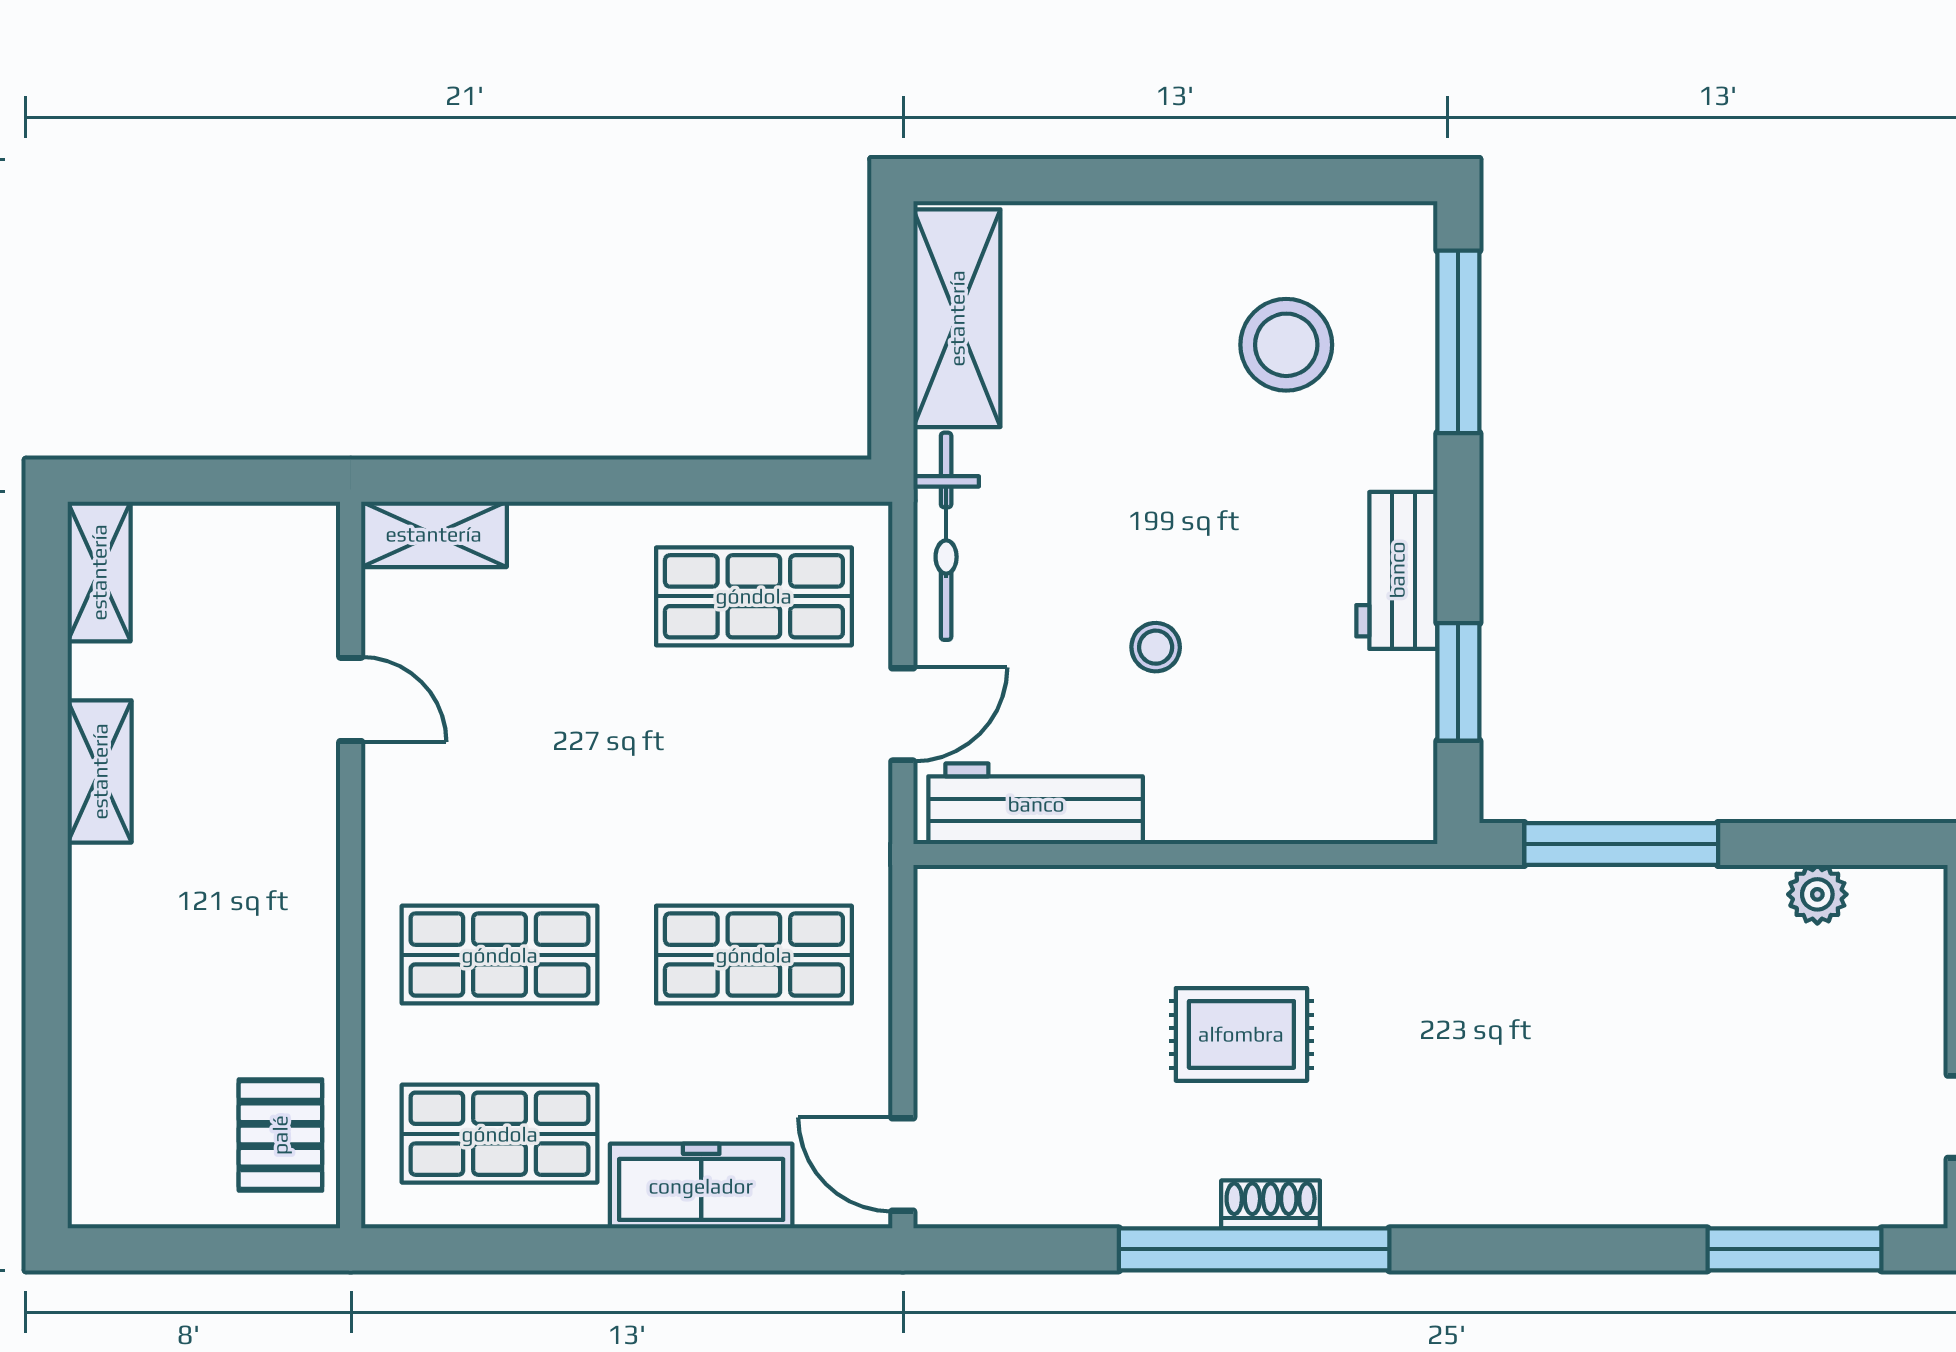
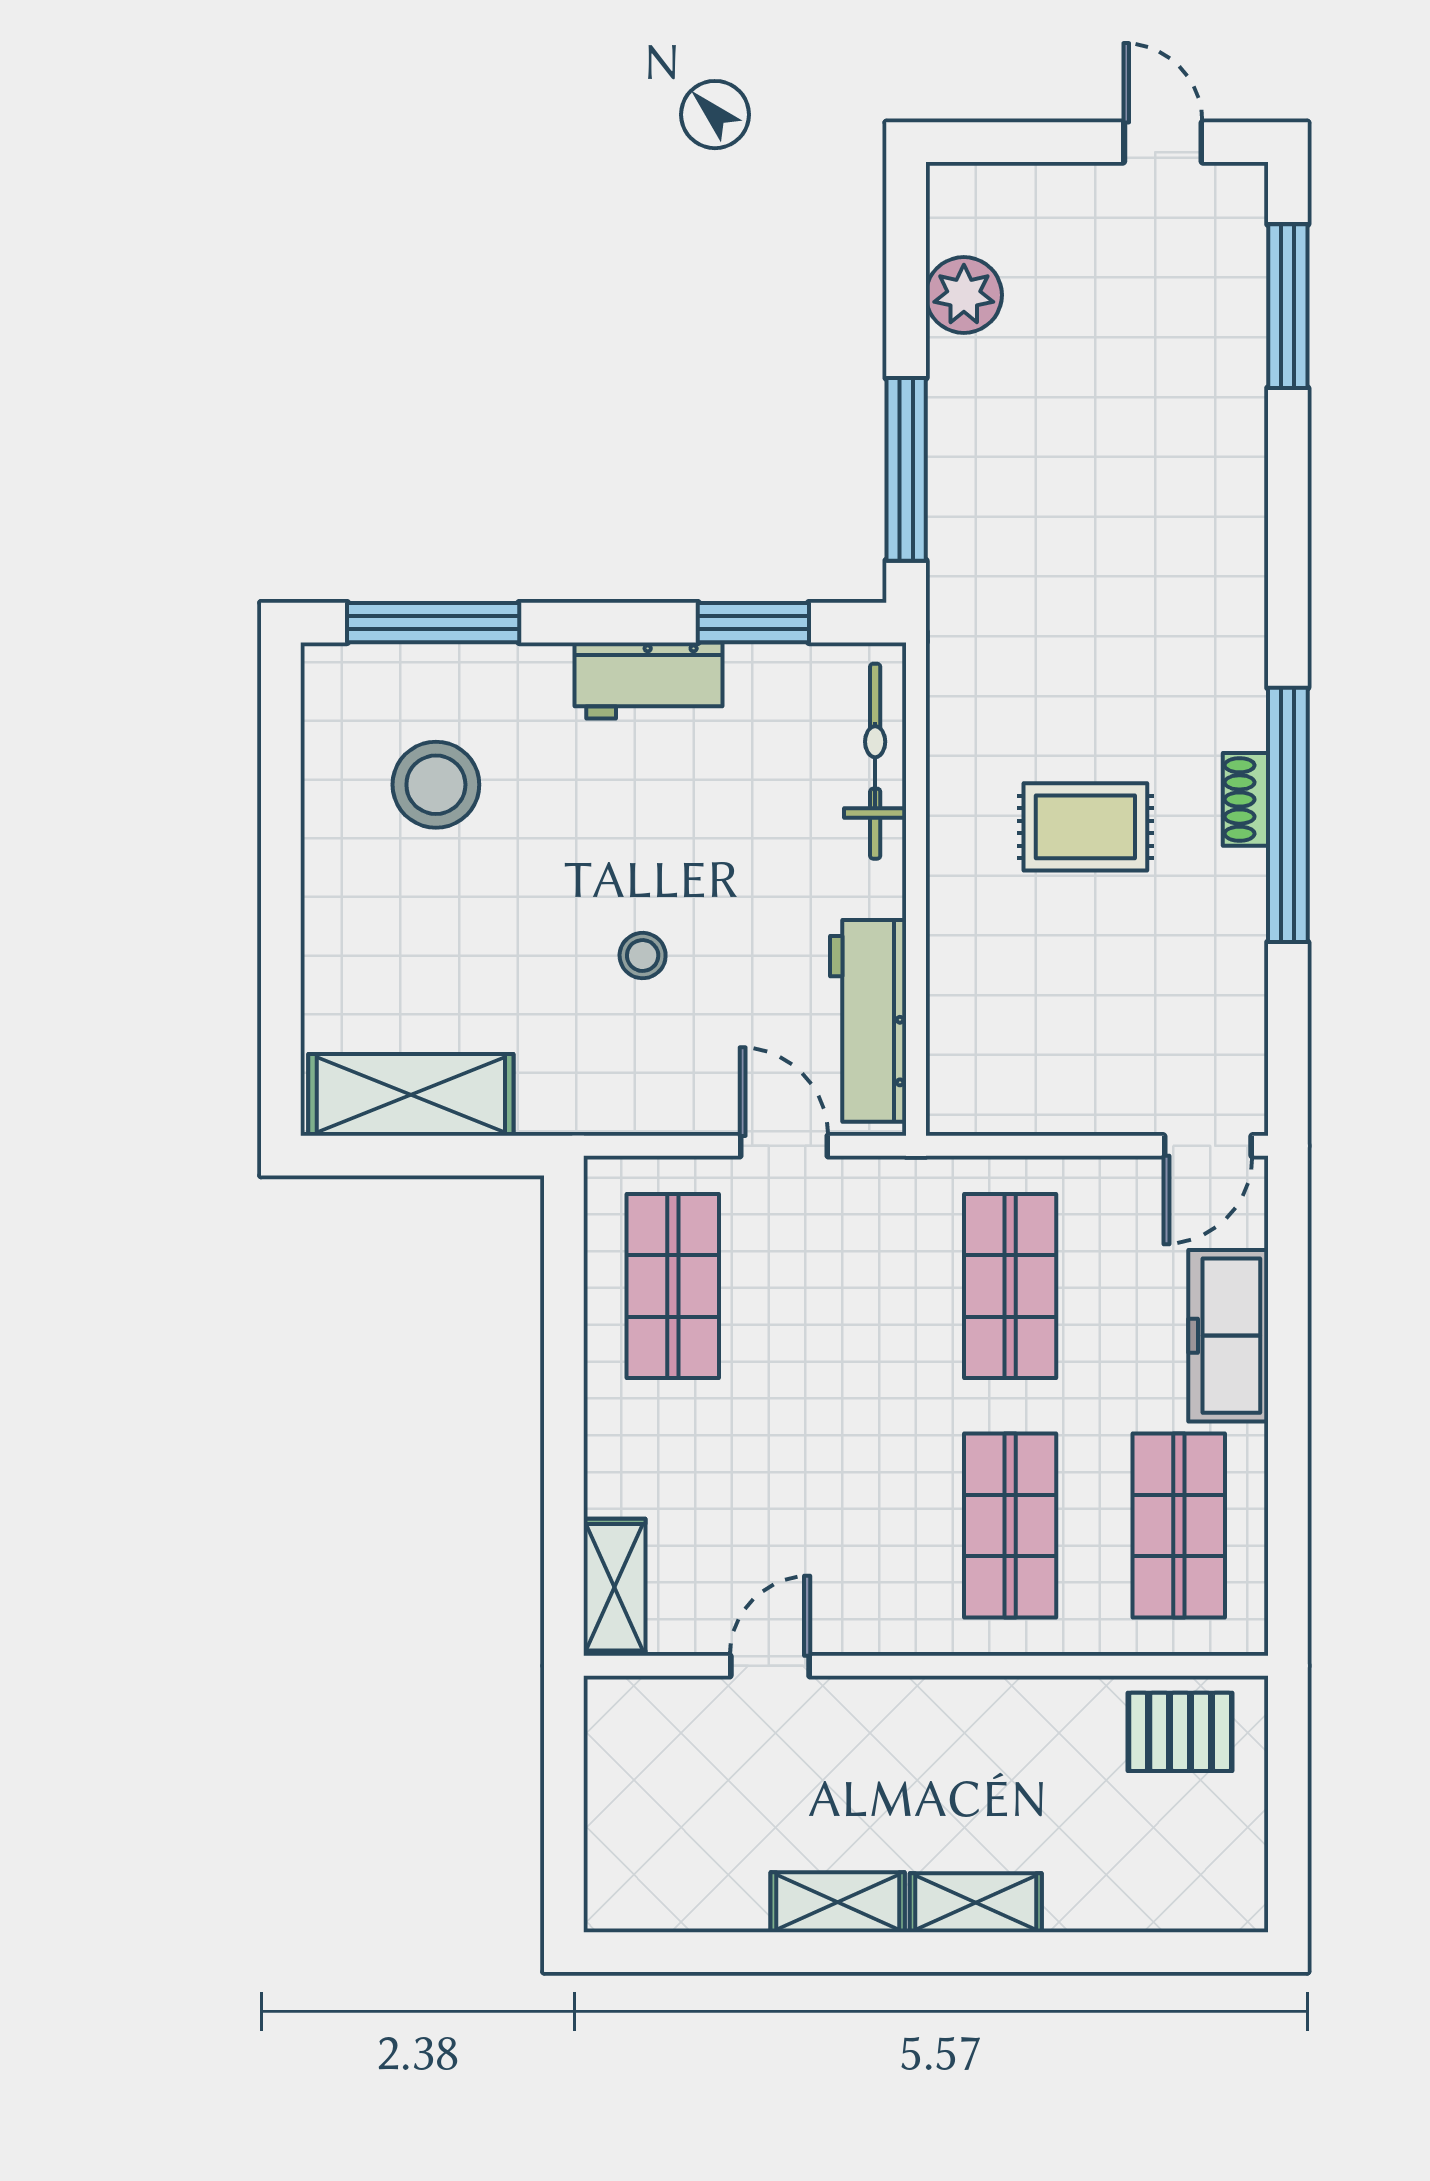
bicycle: (946, 536) -> (875, 761), moved, turned -90
shelving: (99, 572) -> (976, 1903), moved
stool: (1156, 647) -> (643, 956), moved
plant: (1817, 894) -> (964, 295), width x1.38, depth x1.38
rug: (1241, 1034) -> (1085, 827), turned 90

